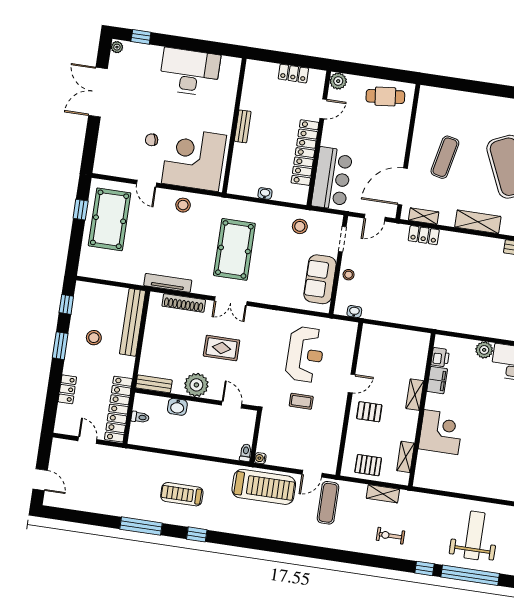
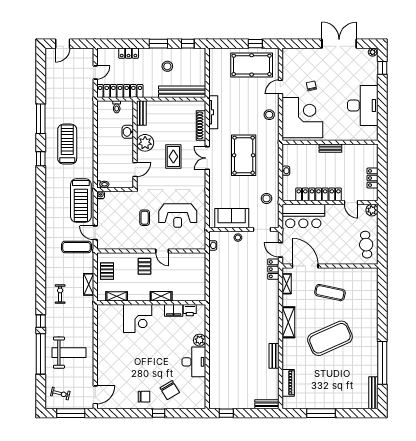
locker: (424, 235) -> (273, 269), moved
pool table: (234, 249) -> (244, 155), turned 90
treadmill: (182, 494) -> (67, 144), width x1.37, depth x1.38

